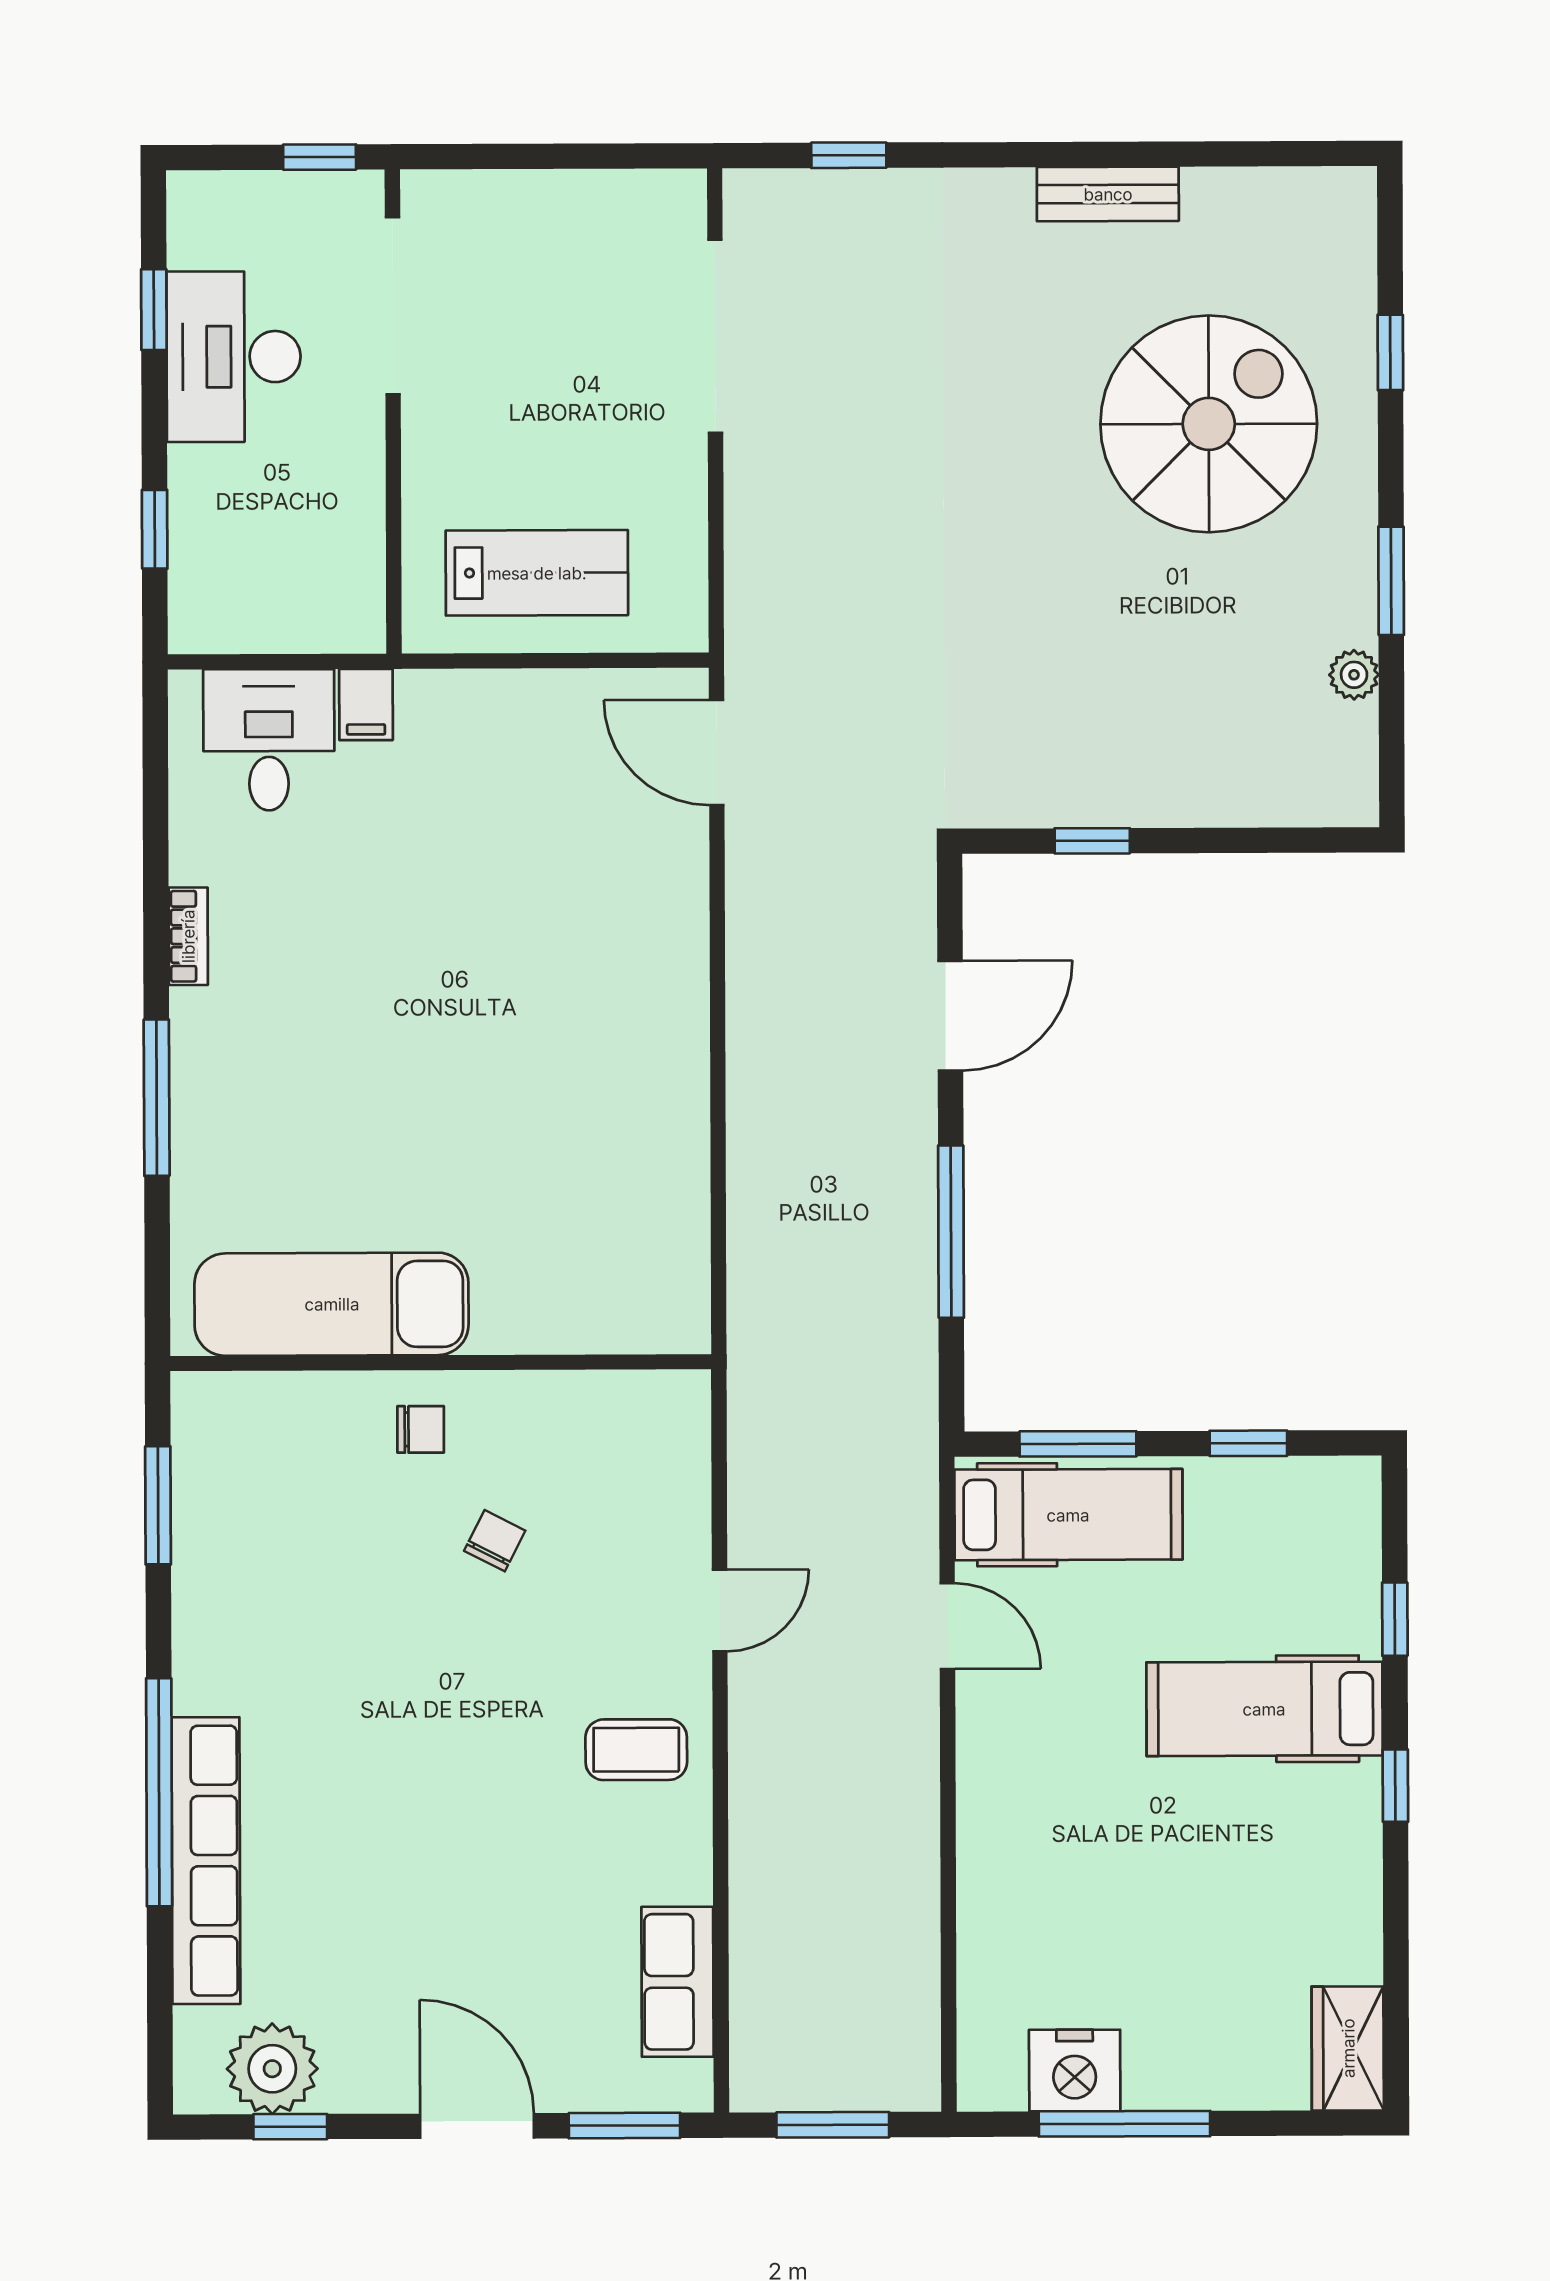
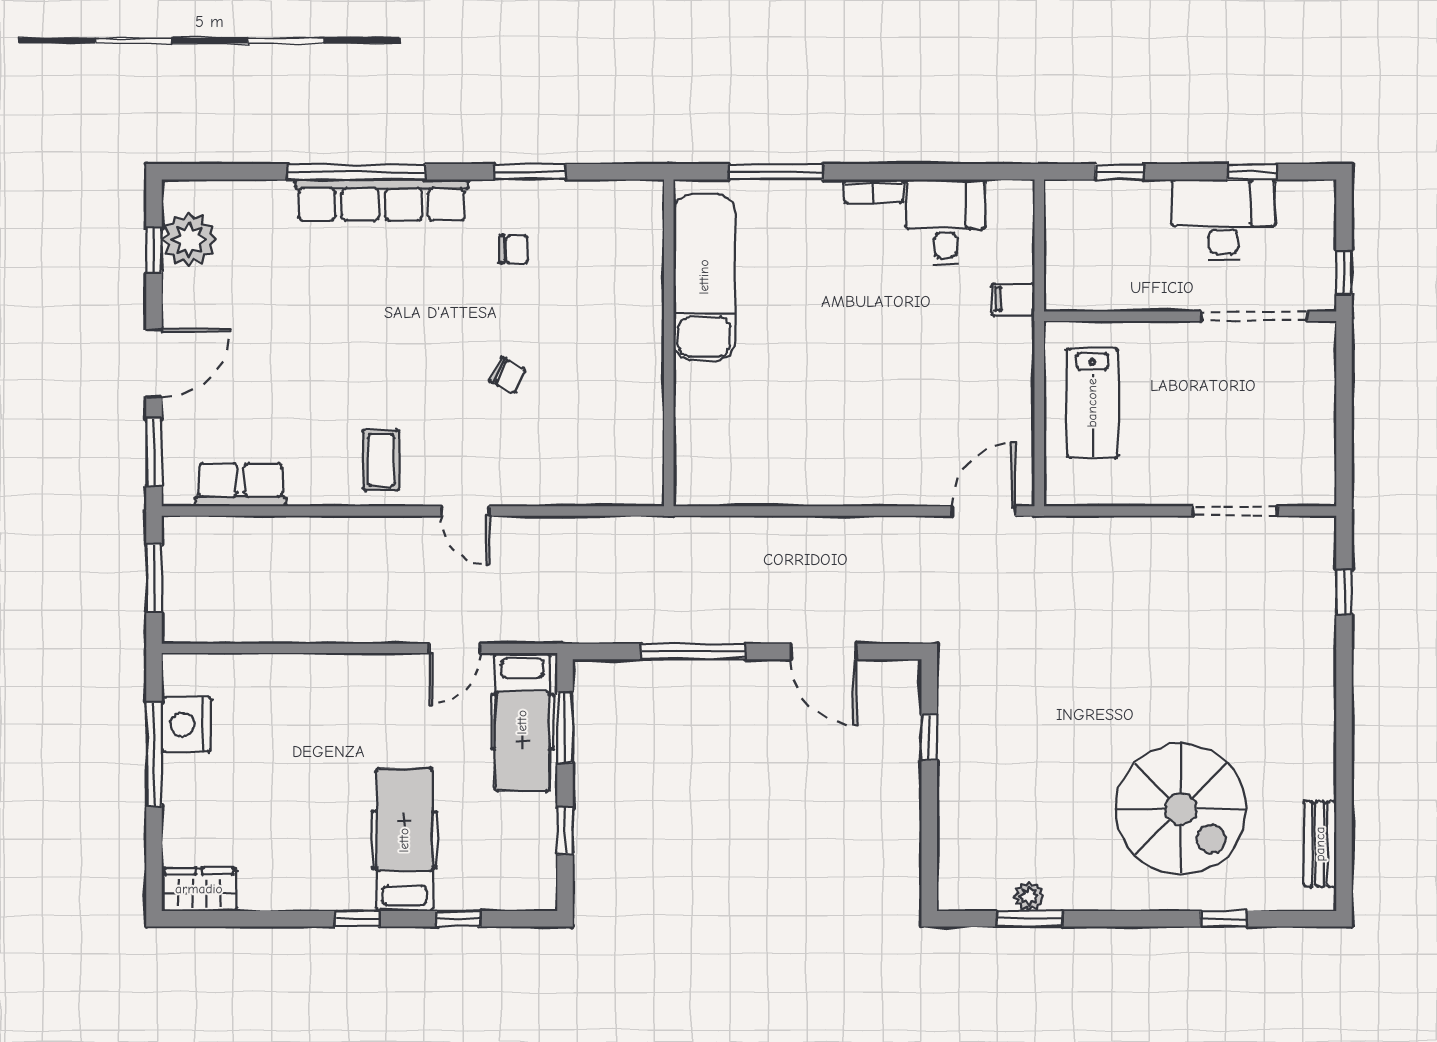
bench: (1108, 194) -> (1320, 844), moved
doorway: (715, 336) -> (1235, 511), width x0.73
window: (1391, 581) -> (1030, 919), moved
desk: (269, 740) -> (946, 222), moved, turned -90
exam couch: (332, 1304) -> (704, 277), moved
wall: (441, 1363) -> (669, 343), moved
chair: (421, 1429) -> (514, 249), moved, turned -90
row of seats: (206, 1861) -> (382, 200), moved

